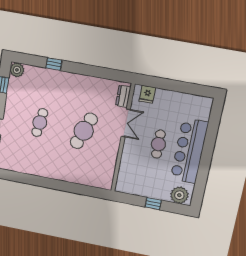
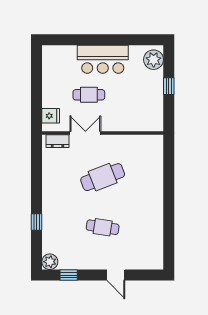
cafe table: (84, 131) -> (103, 177), turned -42
cafe table: (158, 144) -> (89, 95), moved
bar counter: (189, 151) -> (103, 59), width x0.73

